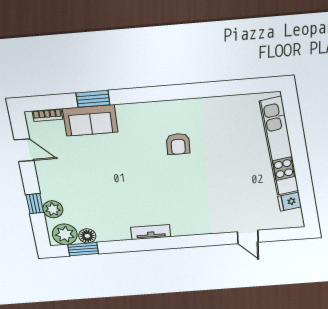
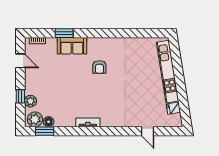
sofa: (90, 120) -> (72, 46), moved
armchair: (178, 144) -> (99, 67), moved

